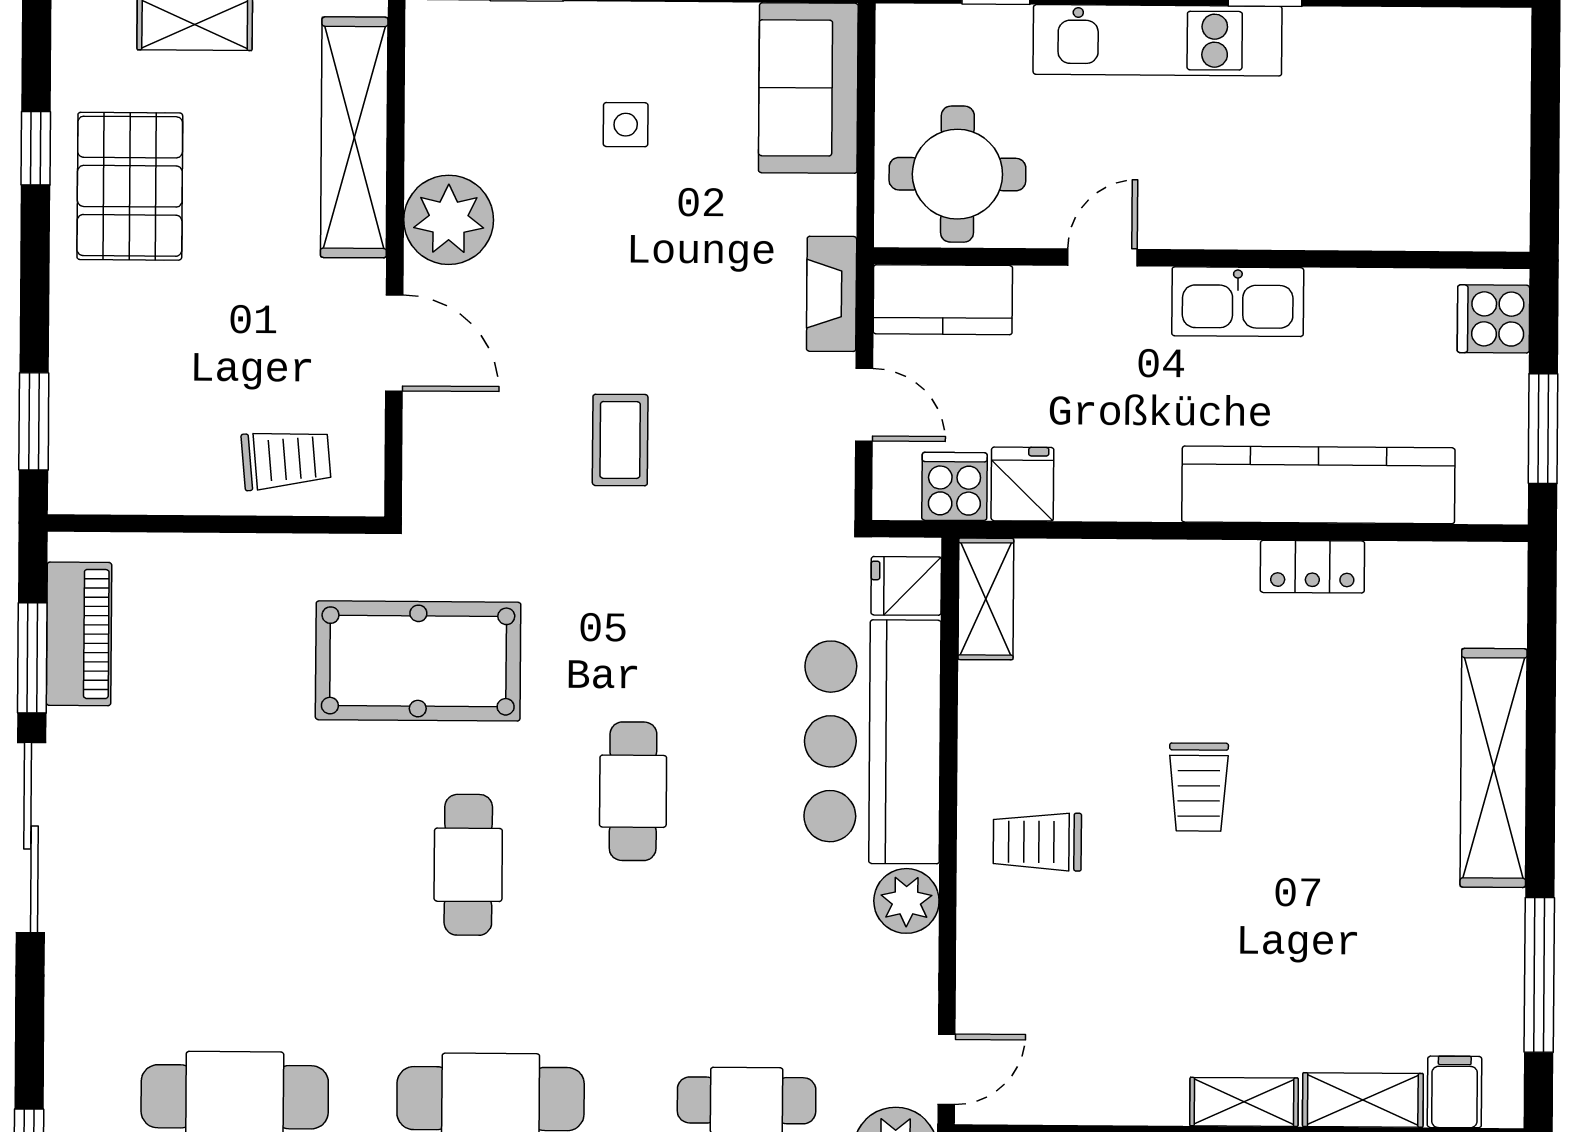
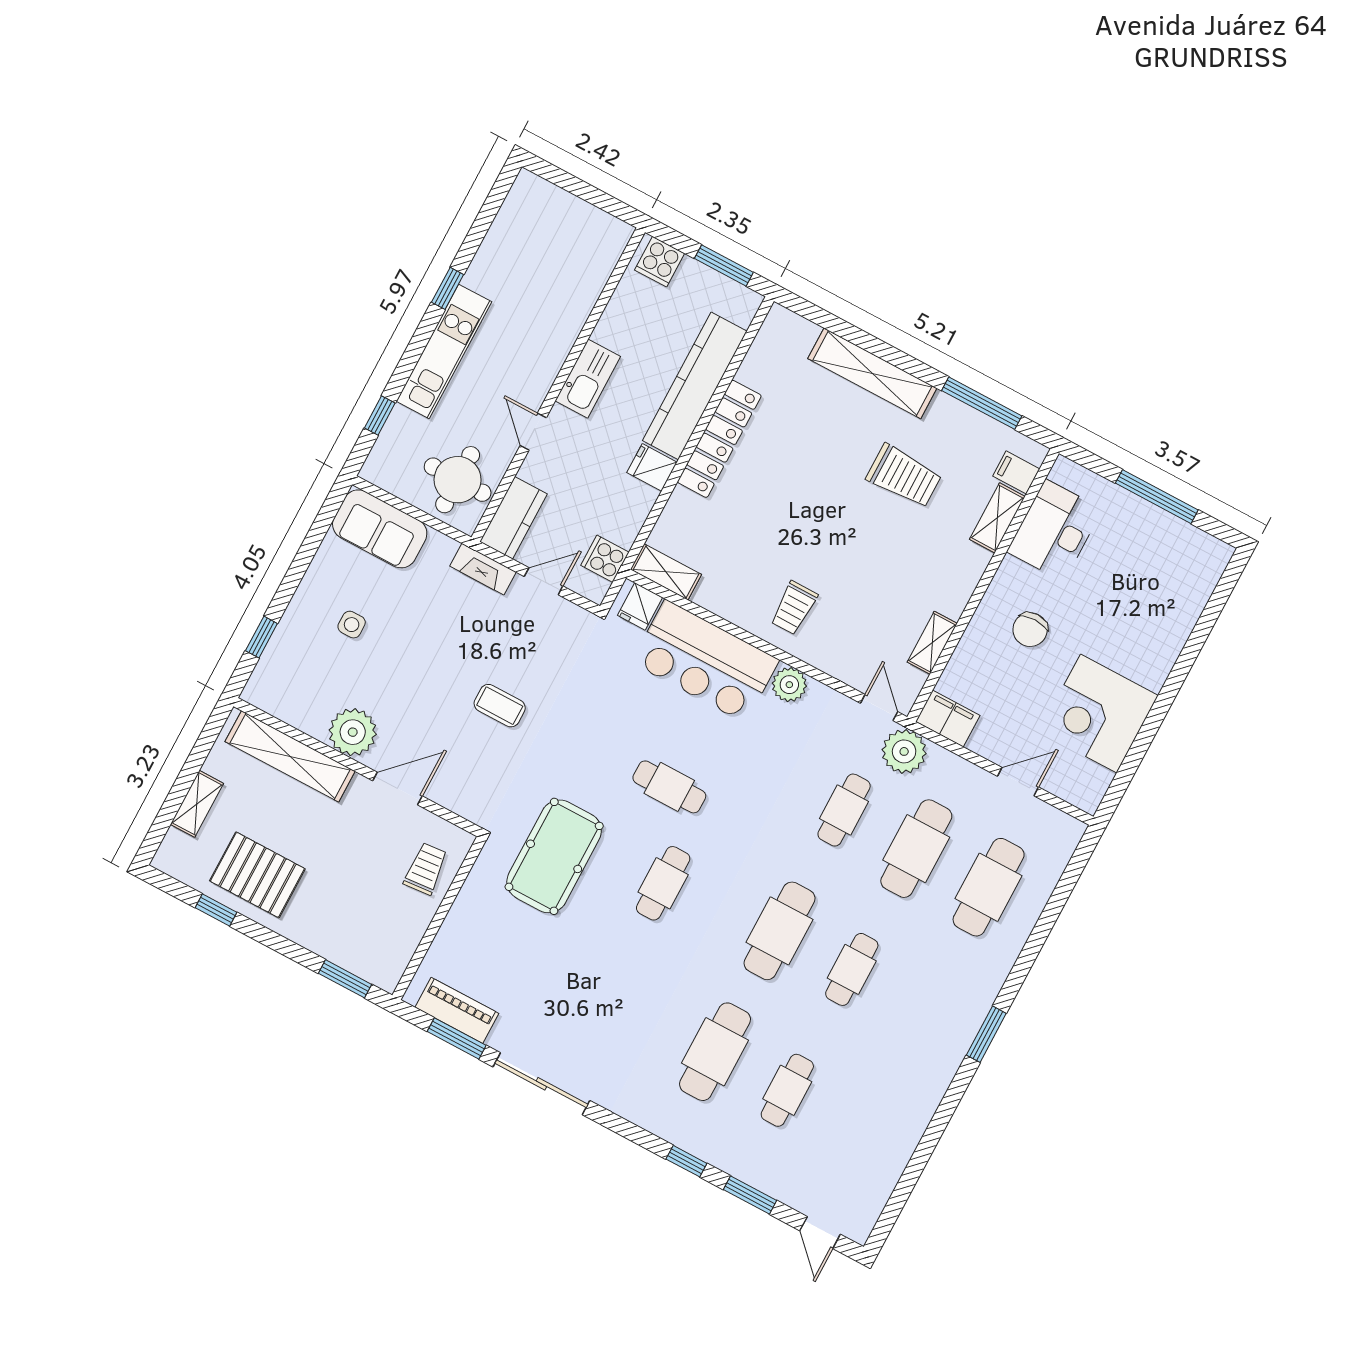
fridge: (1022, 484) -> (652, 467), moved
locker: (1312, 567) -> (719, 439), width x2.16, depth x1.21
trolley: (1199, 787) -> (904, 476), moved, width x1.36, depth x1.39
cafe table: (468, 865) -> (663, 883), turned 90
shelving: (1244, 1102) -> (932, 643), moved

